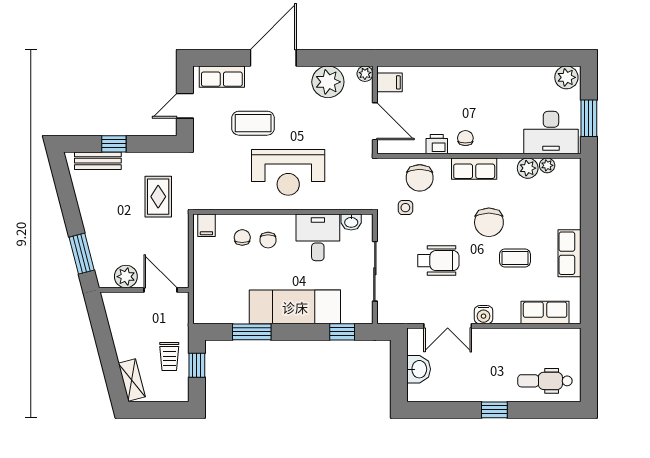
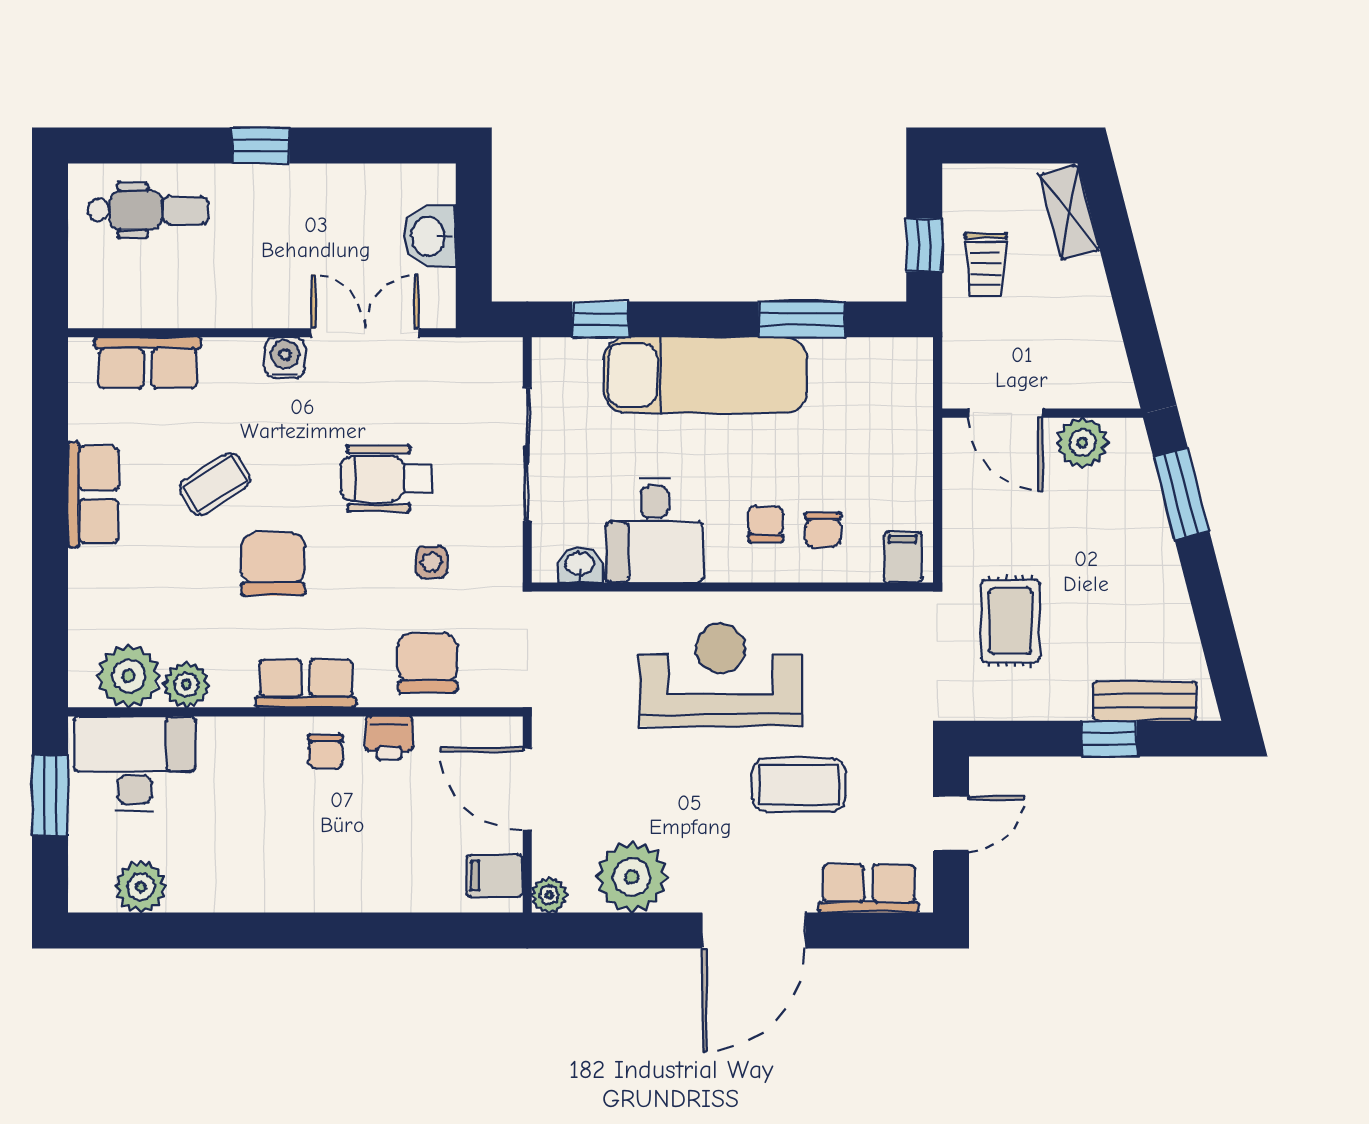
plant: (566, 77) -> (141, 887), moved
plant: (547, 165) -> (129, 676), width x1.88, depth x1.88
side table: (405, 208) -> (431, 562), moved
coffee table: (515, 258) -> (215, 484), turned -32
trolley: (169, 356) -> (986, 265), turned 180

